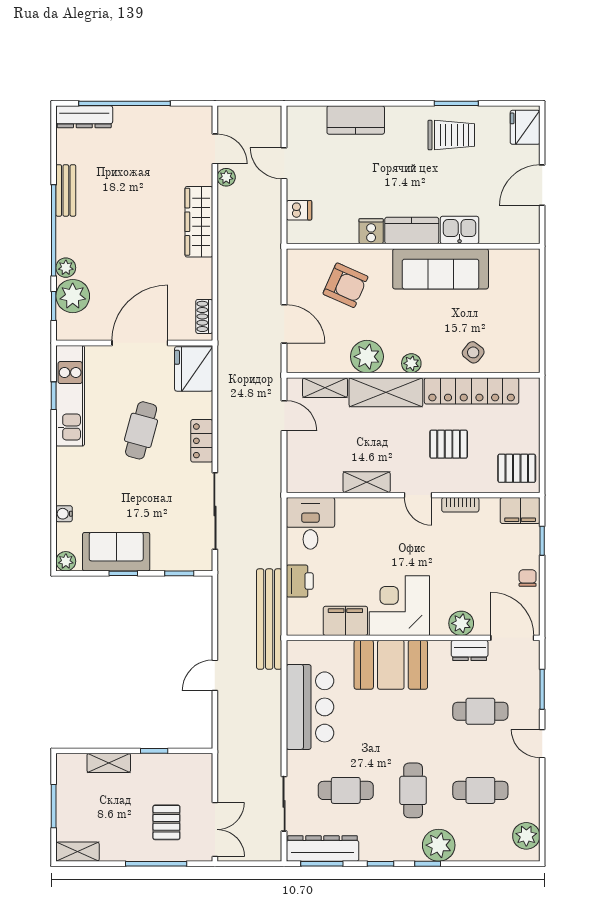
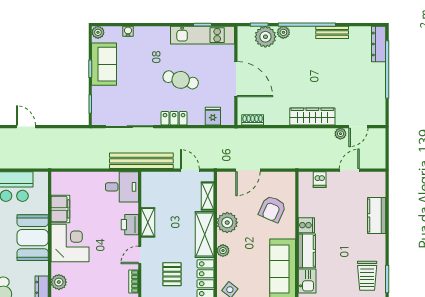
fridge: (194, 369) -> (213, 116), width x0.53, depth x0.75
door: (284, 416) -> (190, 170), swing flipped
printer: (300, 581) -> (130, 225), moved, turned 90
bench: (269, 619) -> (141, 161), moved

